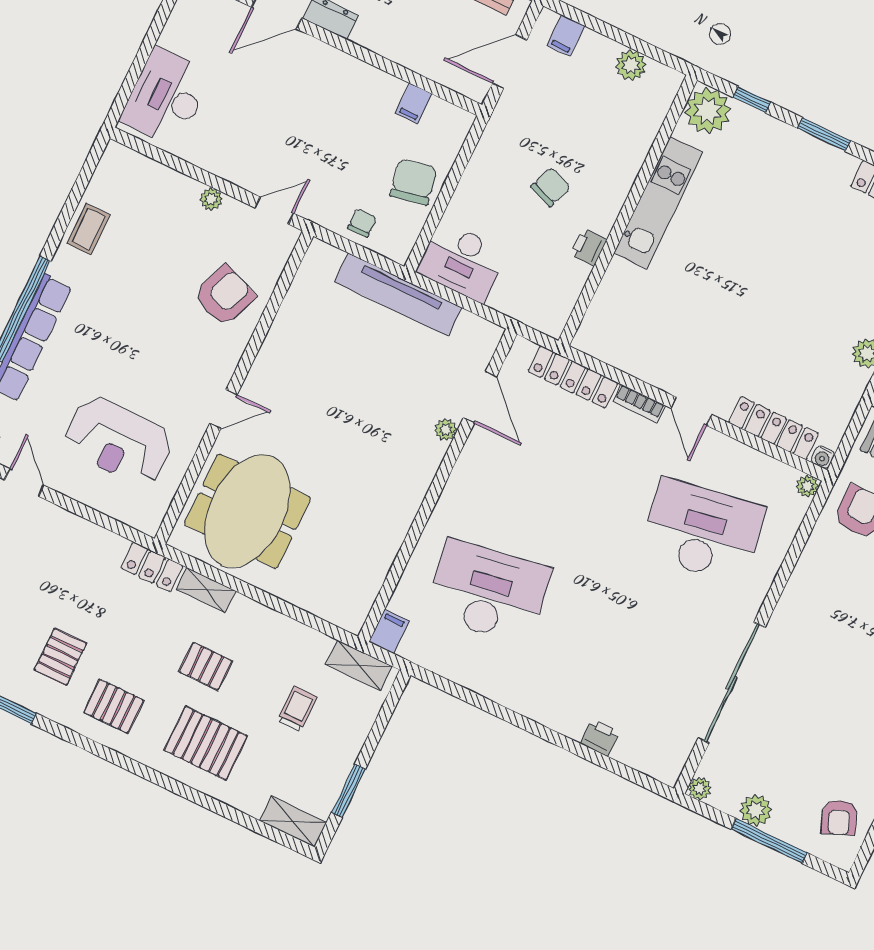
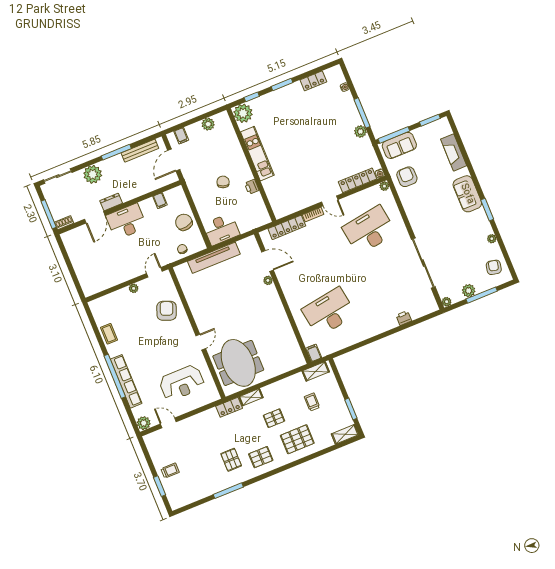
desk: (166, 97) -> (126, 222), moved, turned 90
armchair: (839, 818) -> (494, 267), turned -146

